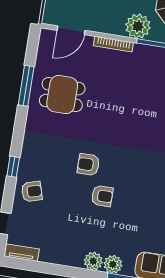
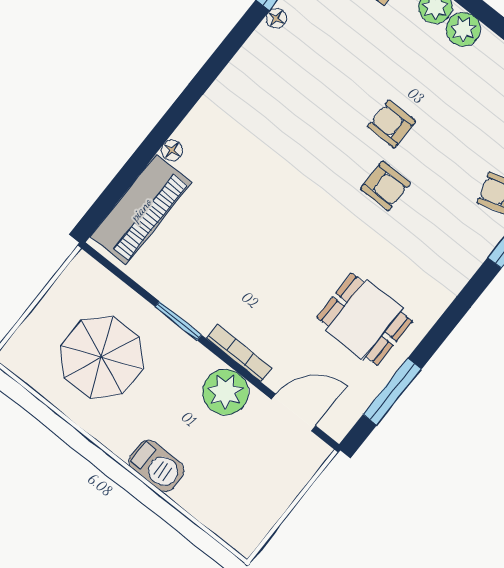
plant: (138, 26) -> (225, 392), moved
window: (26, 86) -> (392, 392), moved

